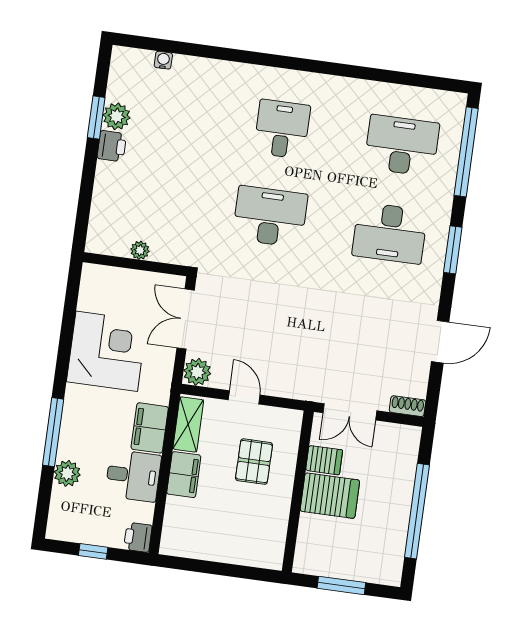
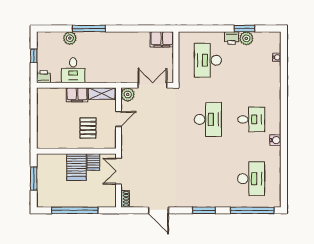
water cooler: (330, 86) -> (275, 140), added
desk: (390, 233) -> (208, 60), moved
plant: (140, 250) -> (183, 59), removed
corner desk: (107, 351) -> (132, 49), removed
filing cabinet: (150, 428) -> (162, 39), moved, turned 180
pallet: (254, 462) -> (88, 128), turned 90

